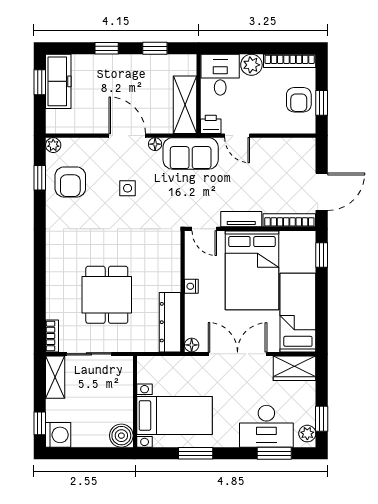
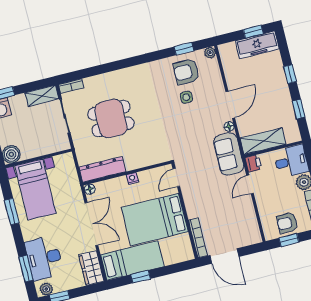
side table: (128, 188) -> (186, 97), moved
tv unit: (241, 219) -> (190, 203), removed
window: (322, 255) -> (141, 277), moved

